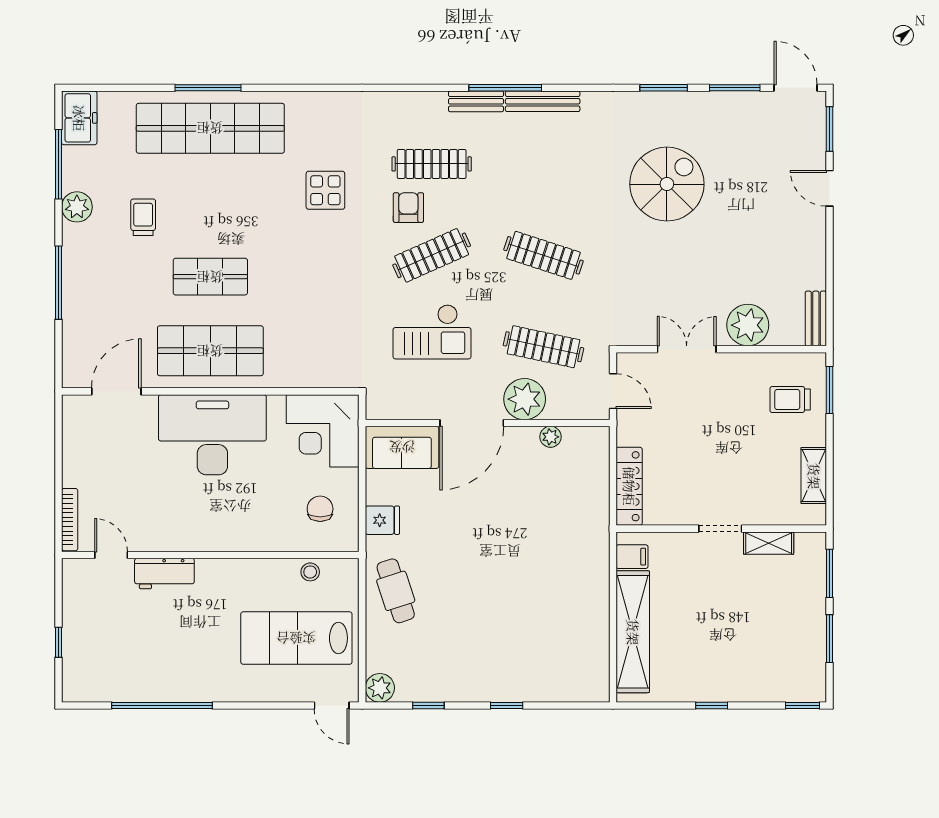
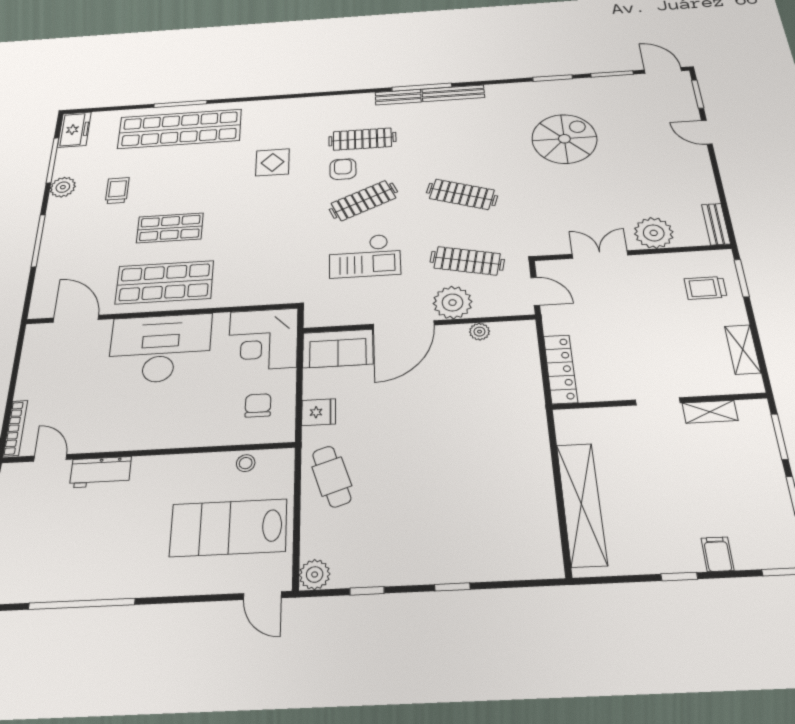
door: (116, 391) -> (76, 319), hinge flipped
filing cabinet: (632, 557) -> (718, 554), moved, turned -90

